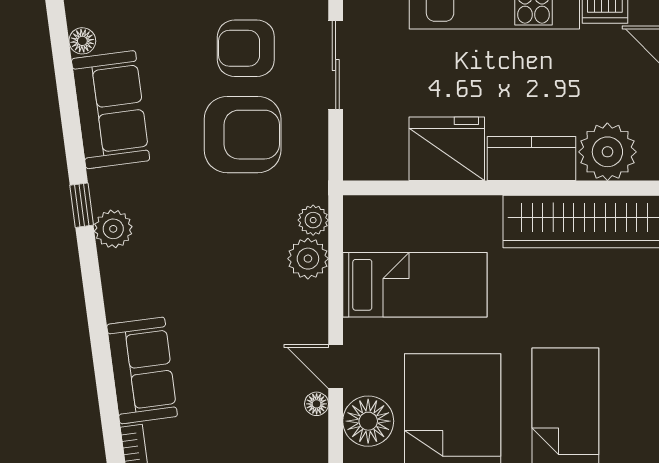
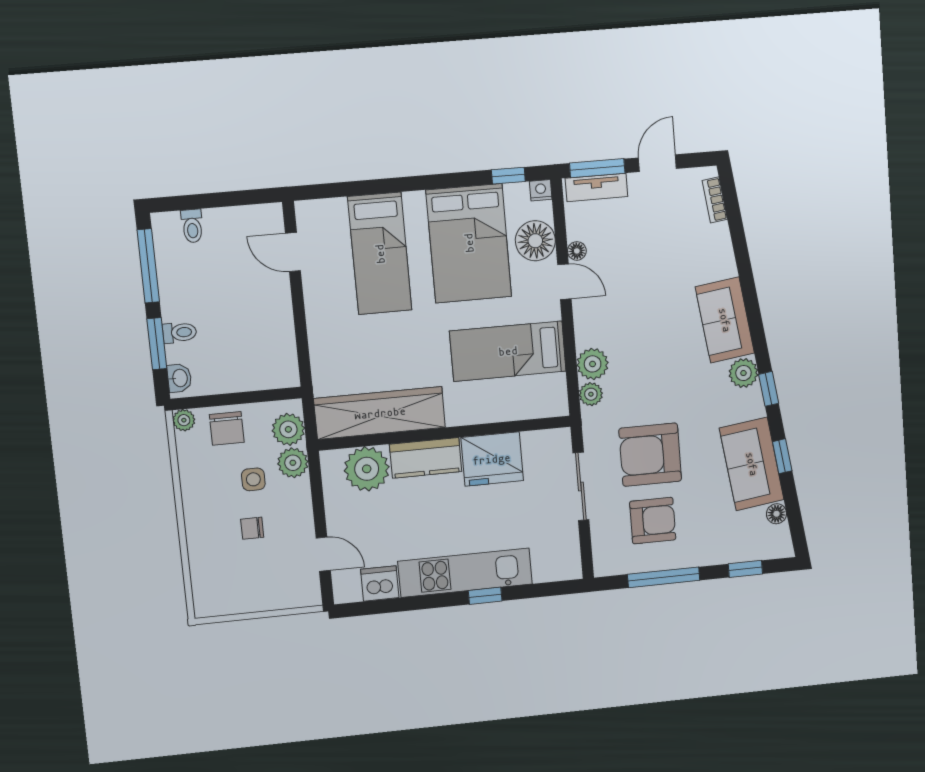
sliding door: (336, 65) -> (581, 486), moved
window: (70, 116) -> (782, 456), added
sofa: (142, 370) -> (725, 320), moved

